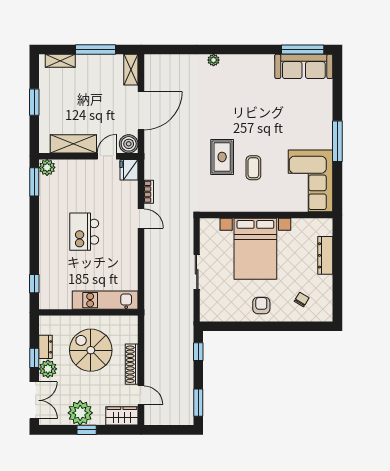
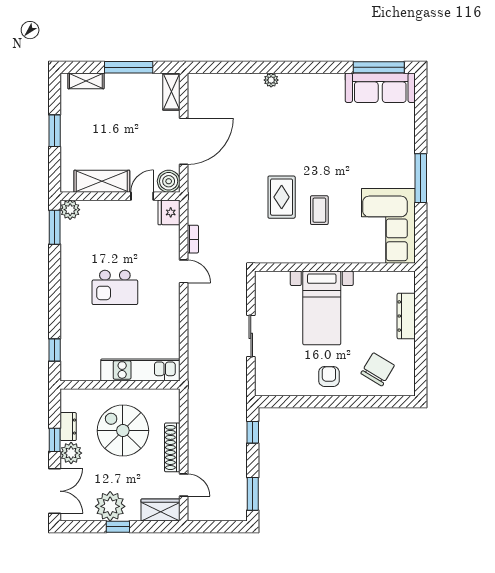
kitchen island: (84, 232) -> (115, 287), turned -90
bed with nightstands: (255, 249) -> (322, 308), width x0.73
chair: (302, 300) -> (378, 369), width x1.87, depth x1.87

